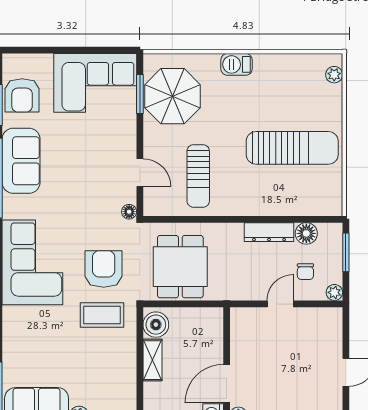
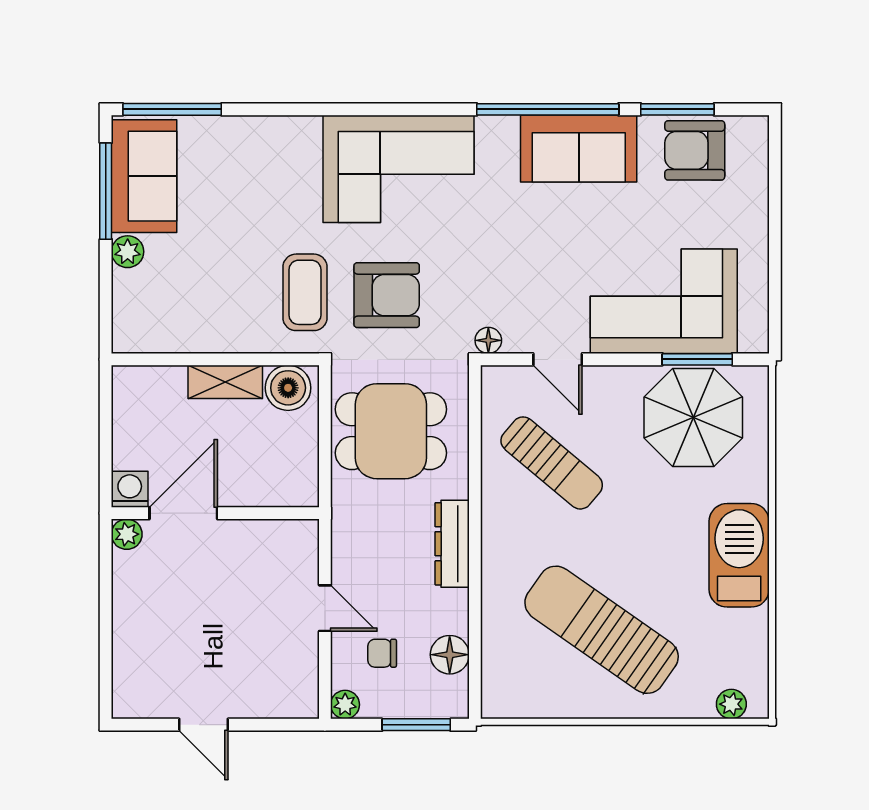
barbecue: (237, 64) -> (739, 555), width x1.88, depth x1.53
corner sofa: (95, 83) -> (664, 301), moved, turned 90
sun lounger: (292, 148) -> (602, 630), turned 125
door: (140, 173) -> (558, 359), hinge flipped
sun lounger: (198, 176) -> (552, 463), turned -140
dresser: (269, 232) -> (452, 544), moved
door: (227, 384) -> (183, 513), hinge flipped

